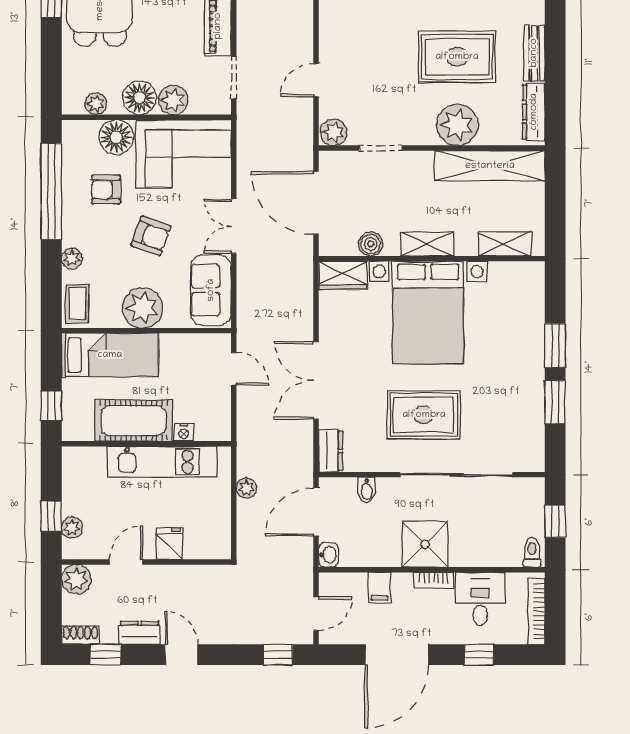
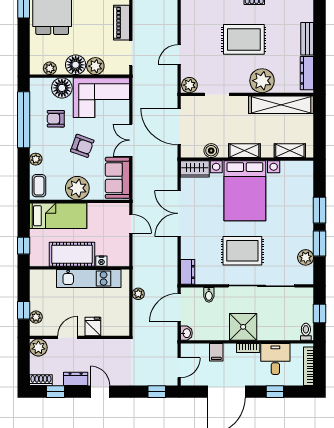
rug: (457, 57) -> (244, 39), moved
double door: (316, 380) -> (179, 213), moved
plant: (532, 426) -> (306, 257), added

